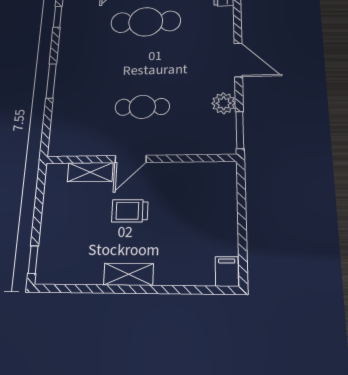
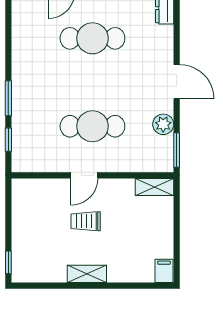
window: (58, 17) -> (8, 140), moved
cafe table: (142, 107) -> (92, 126), width x1.37, depth x1.35
shelving: (90, 172) -> (154, 187), moved

